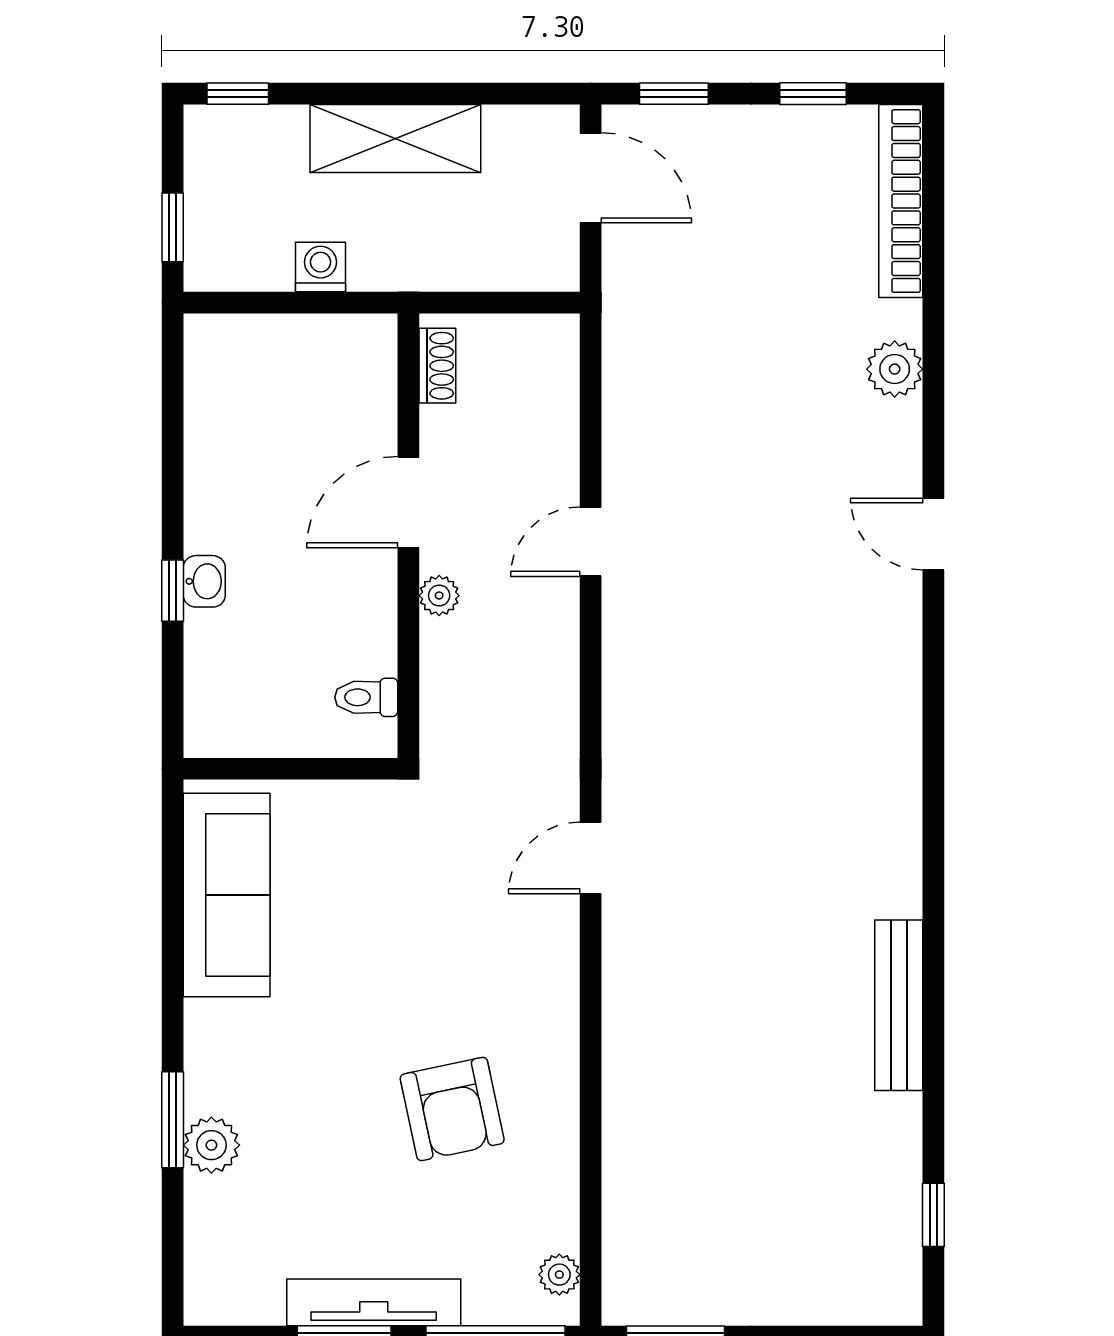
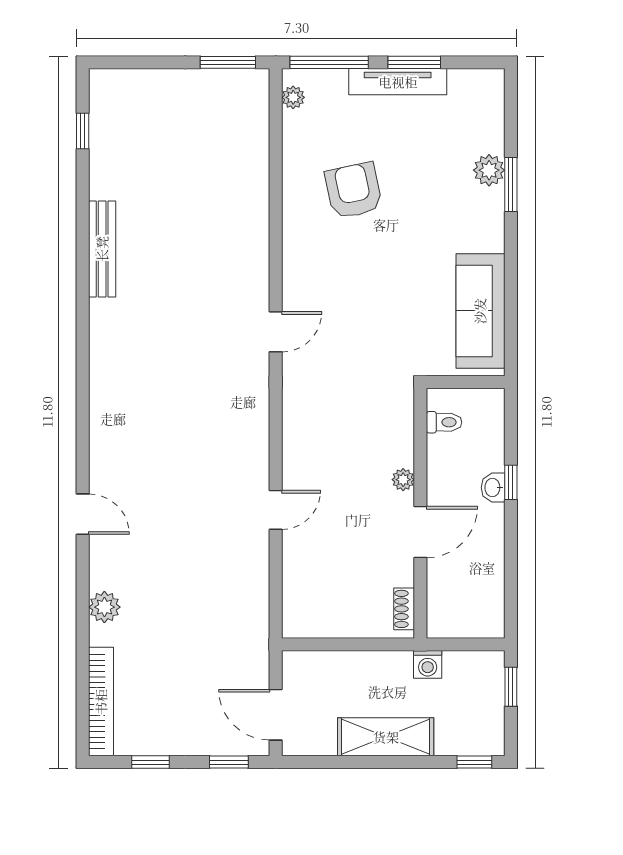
shoe rack: (437, 366) -> (404, 609), moved
door: (408, 502) -> (420, 532), moved
wall: (408, 536) -> (420, 513), moved
plant: (439, 596) -> (403, 480), moved
toilet: (366, 697) -> (444, 422), moved

